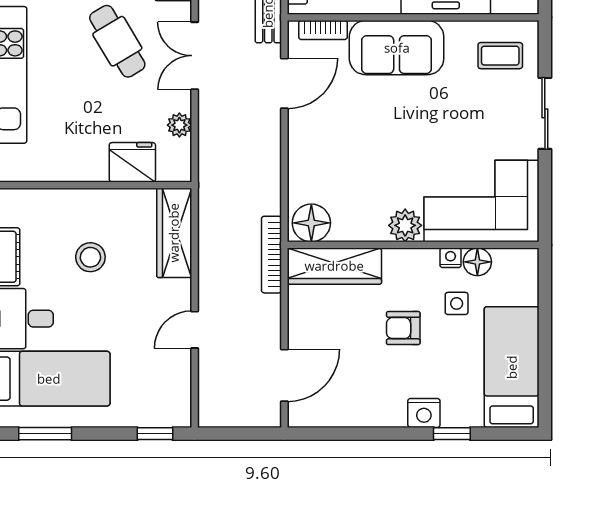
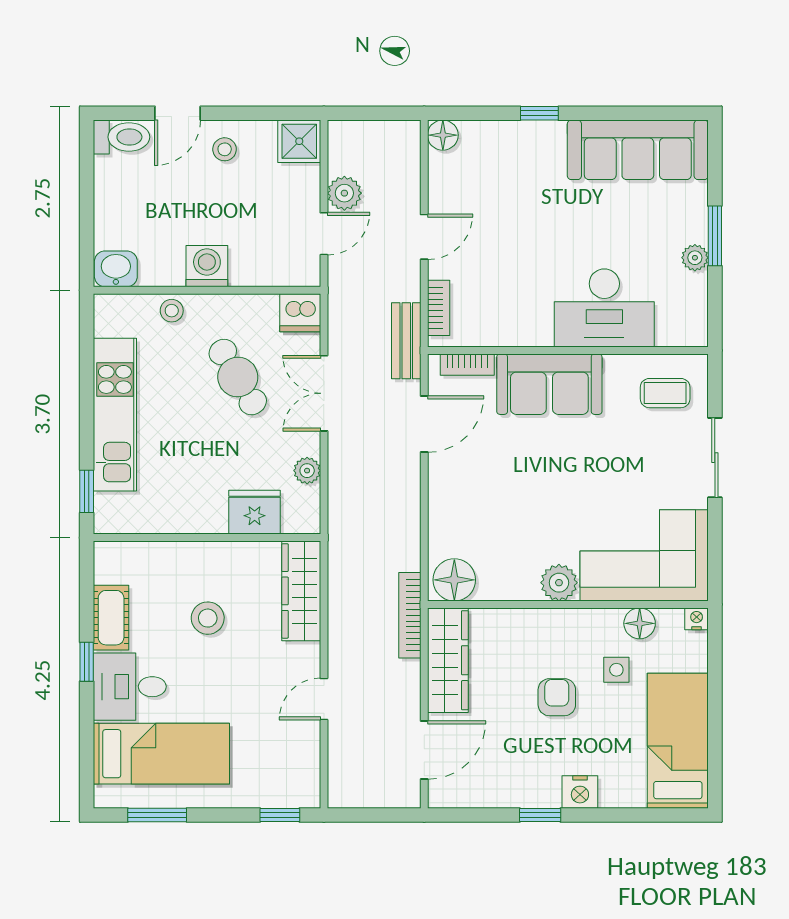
nightstand: (451, 258) -> (697, 619), moved
wardrobe: (334, 266) -> (448, 660), moved, turned -90
armchair: (403, 328) -> (557, 697), turned 90
window: (452, 434) -> (540, 815), moved

